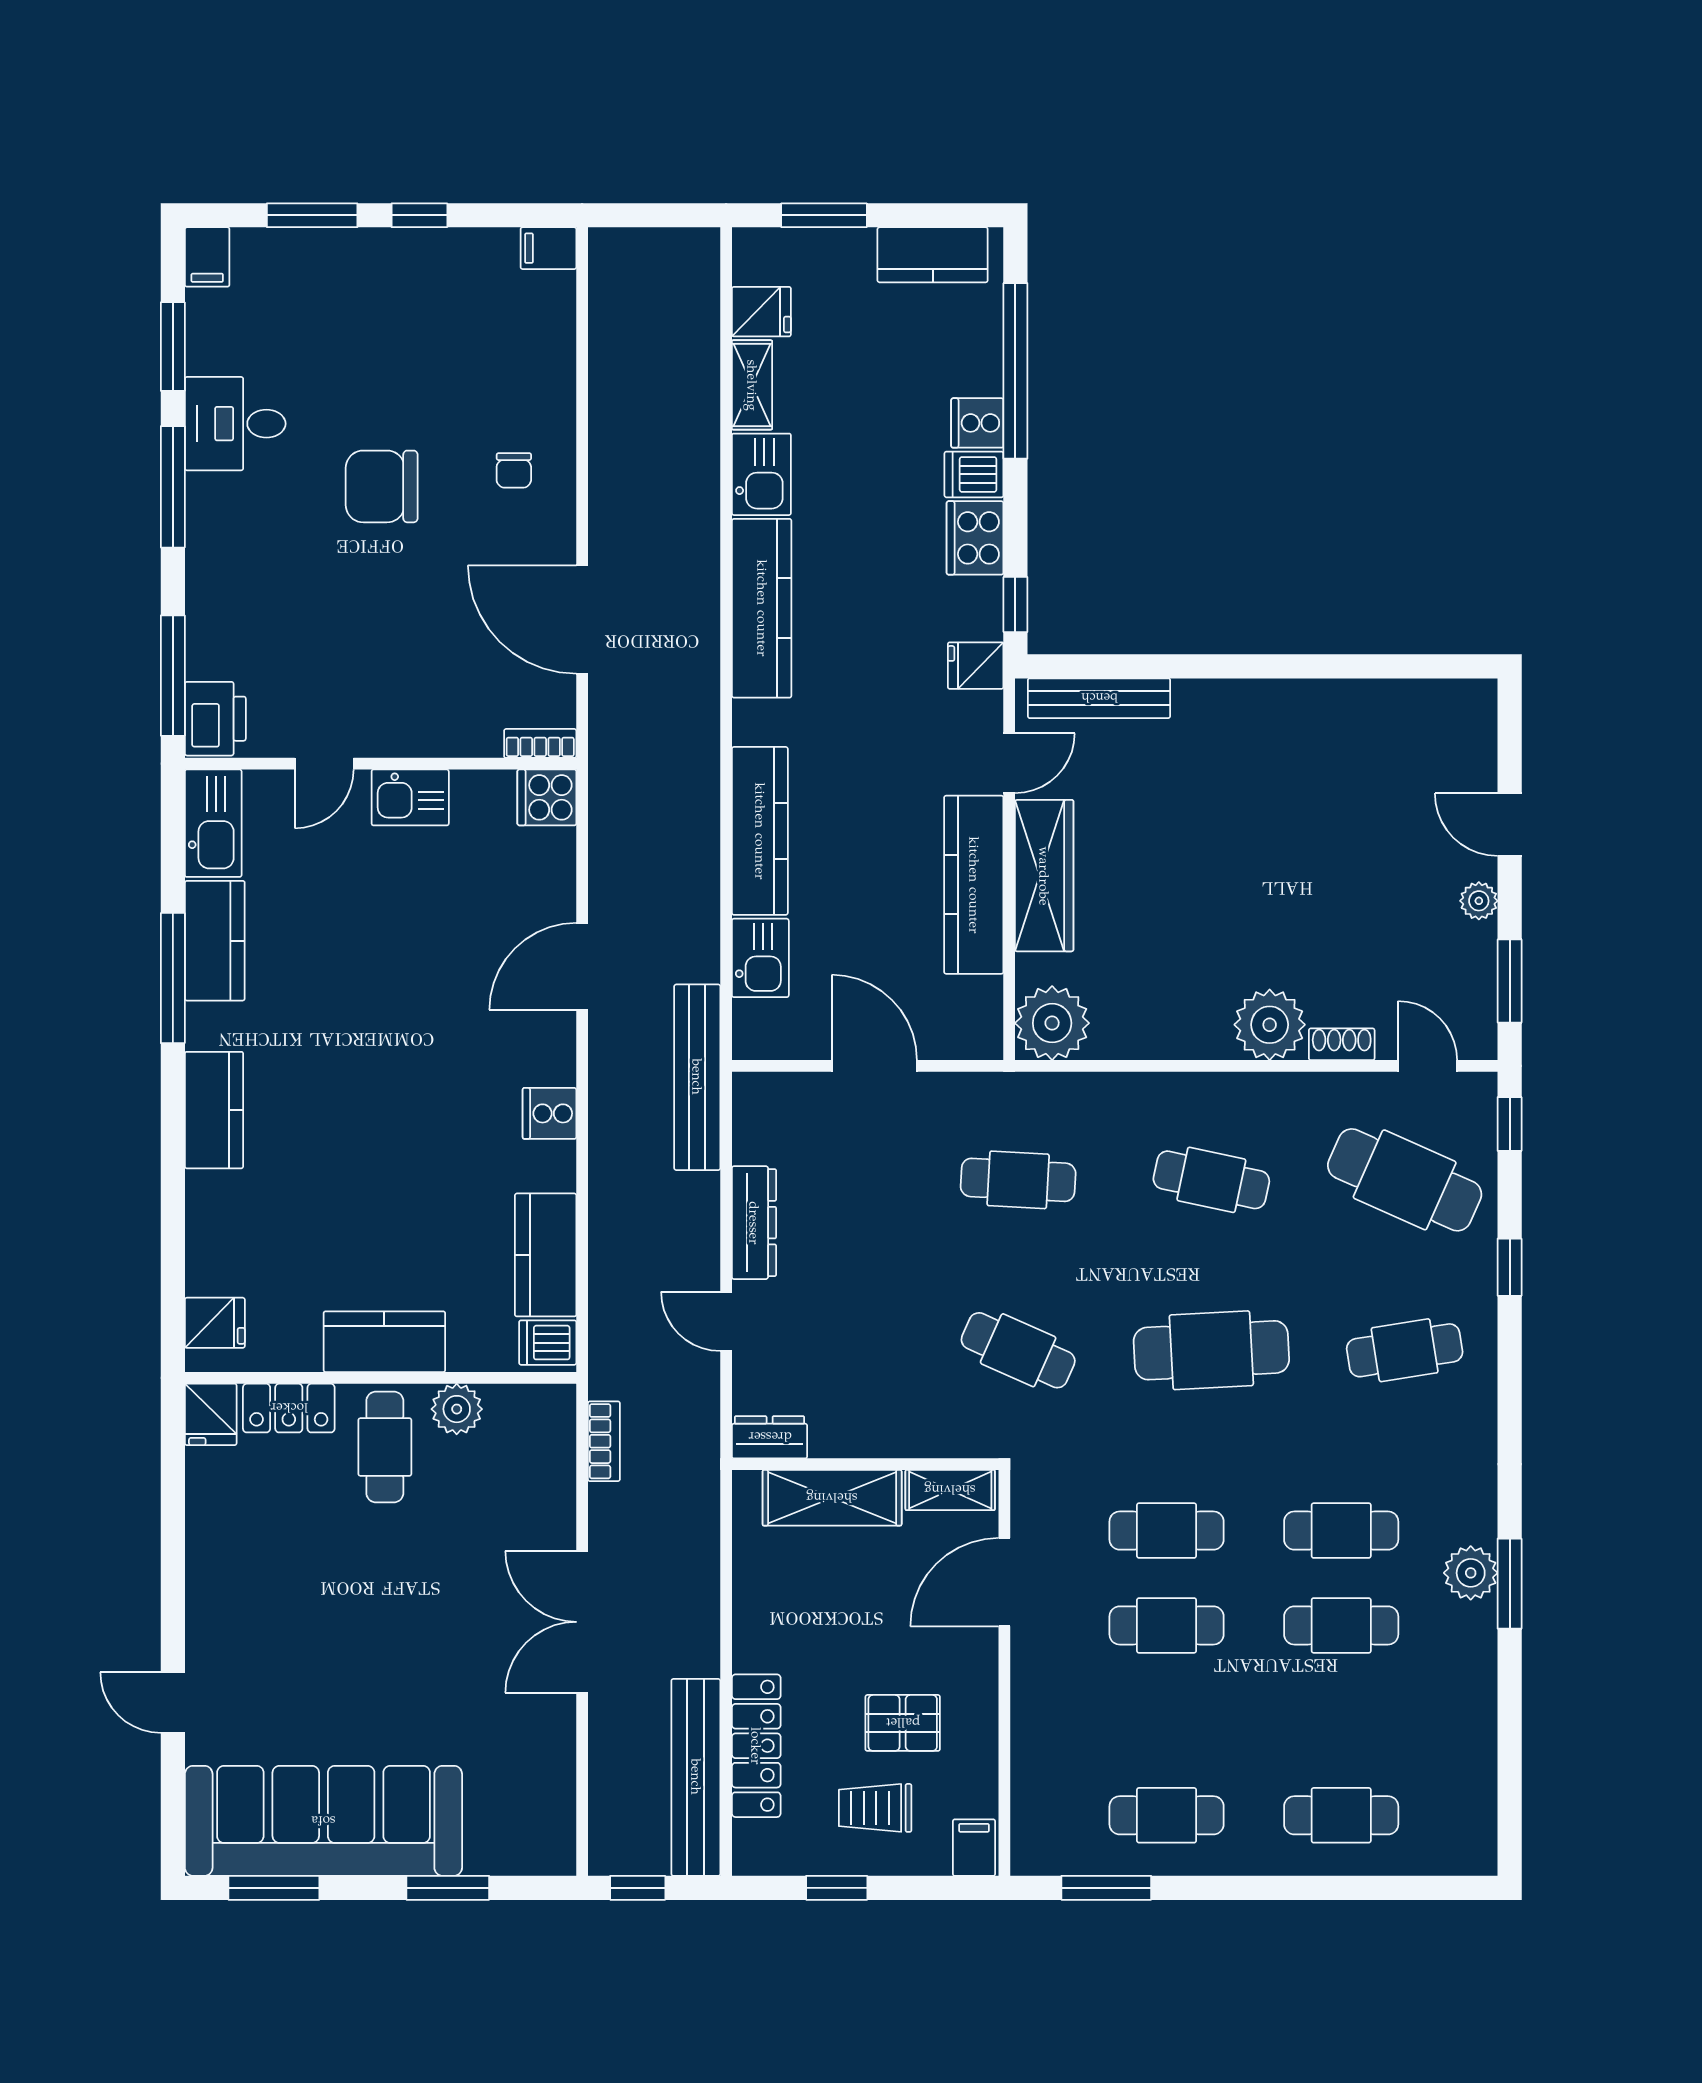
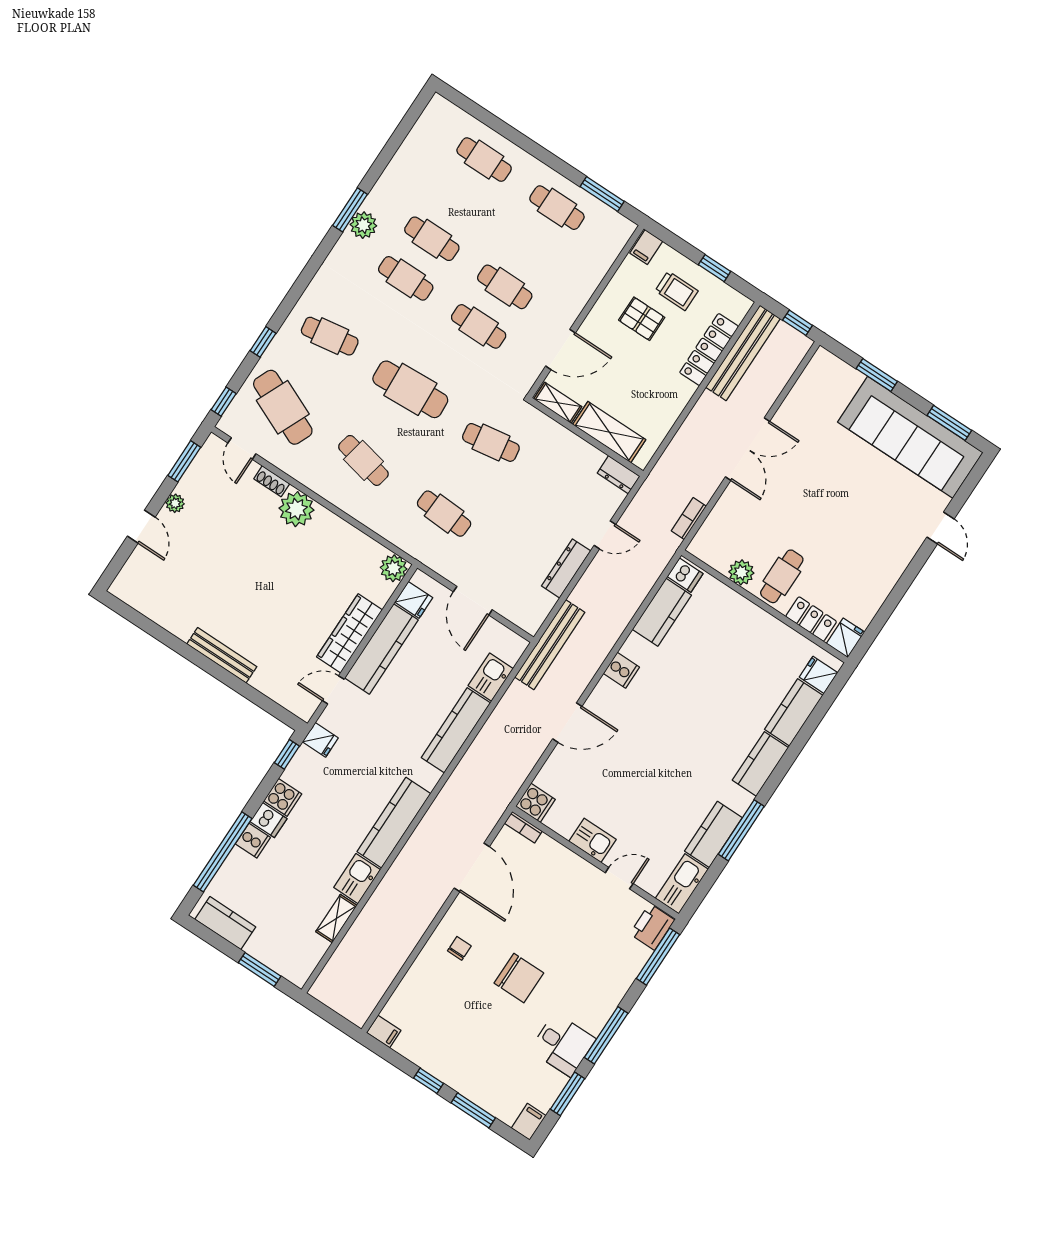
fridge: (761, 312) -> (414, 600), moved, turned 180
cooker: (975, 538) -> (283, 797), width x0.73
bench: (1099, 698) -> (222, 655), moved
plant: (1052, 1023) -> (394, 568), width x0.73, depth x0.73
door: (726, 1321) -> (605, 535), hinge flipped
kitchen counter: (384, 1342) -> (794, 712), moved, turned 90
cafe table: (1018, 1350) -> (491, 442), turned -33

